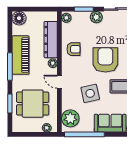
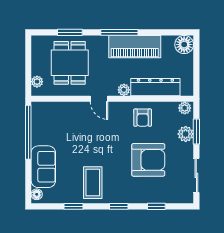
plant: (96, 17) -> (186, 134), moved
armchair: (105, 60) -> (148, 160), moved
door: (59, 82) -> (99, 99), swing flipped
side table: (90, 93) -> (83, 140), removed
plant: (70, 118) -> (50, 113), removed

